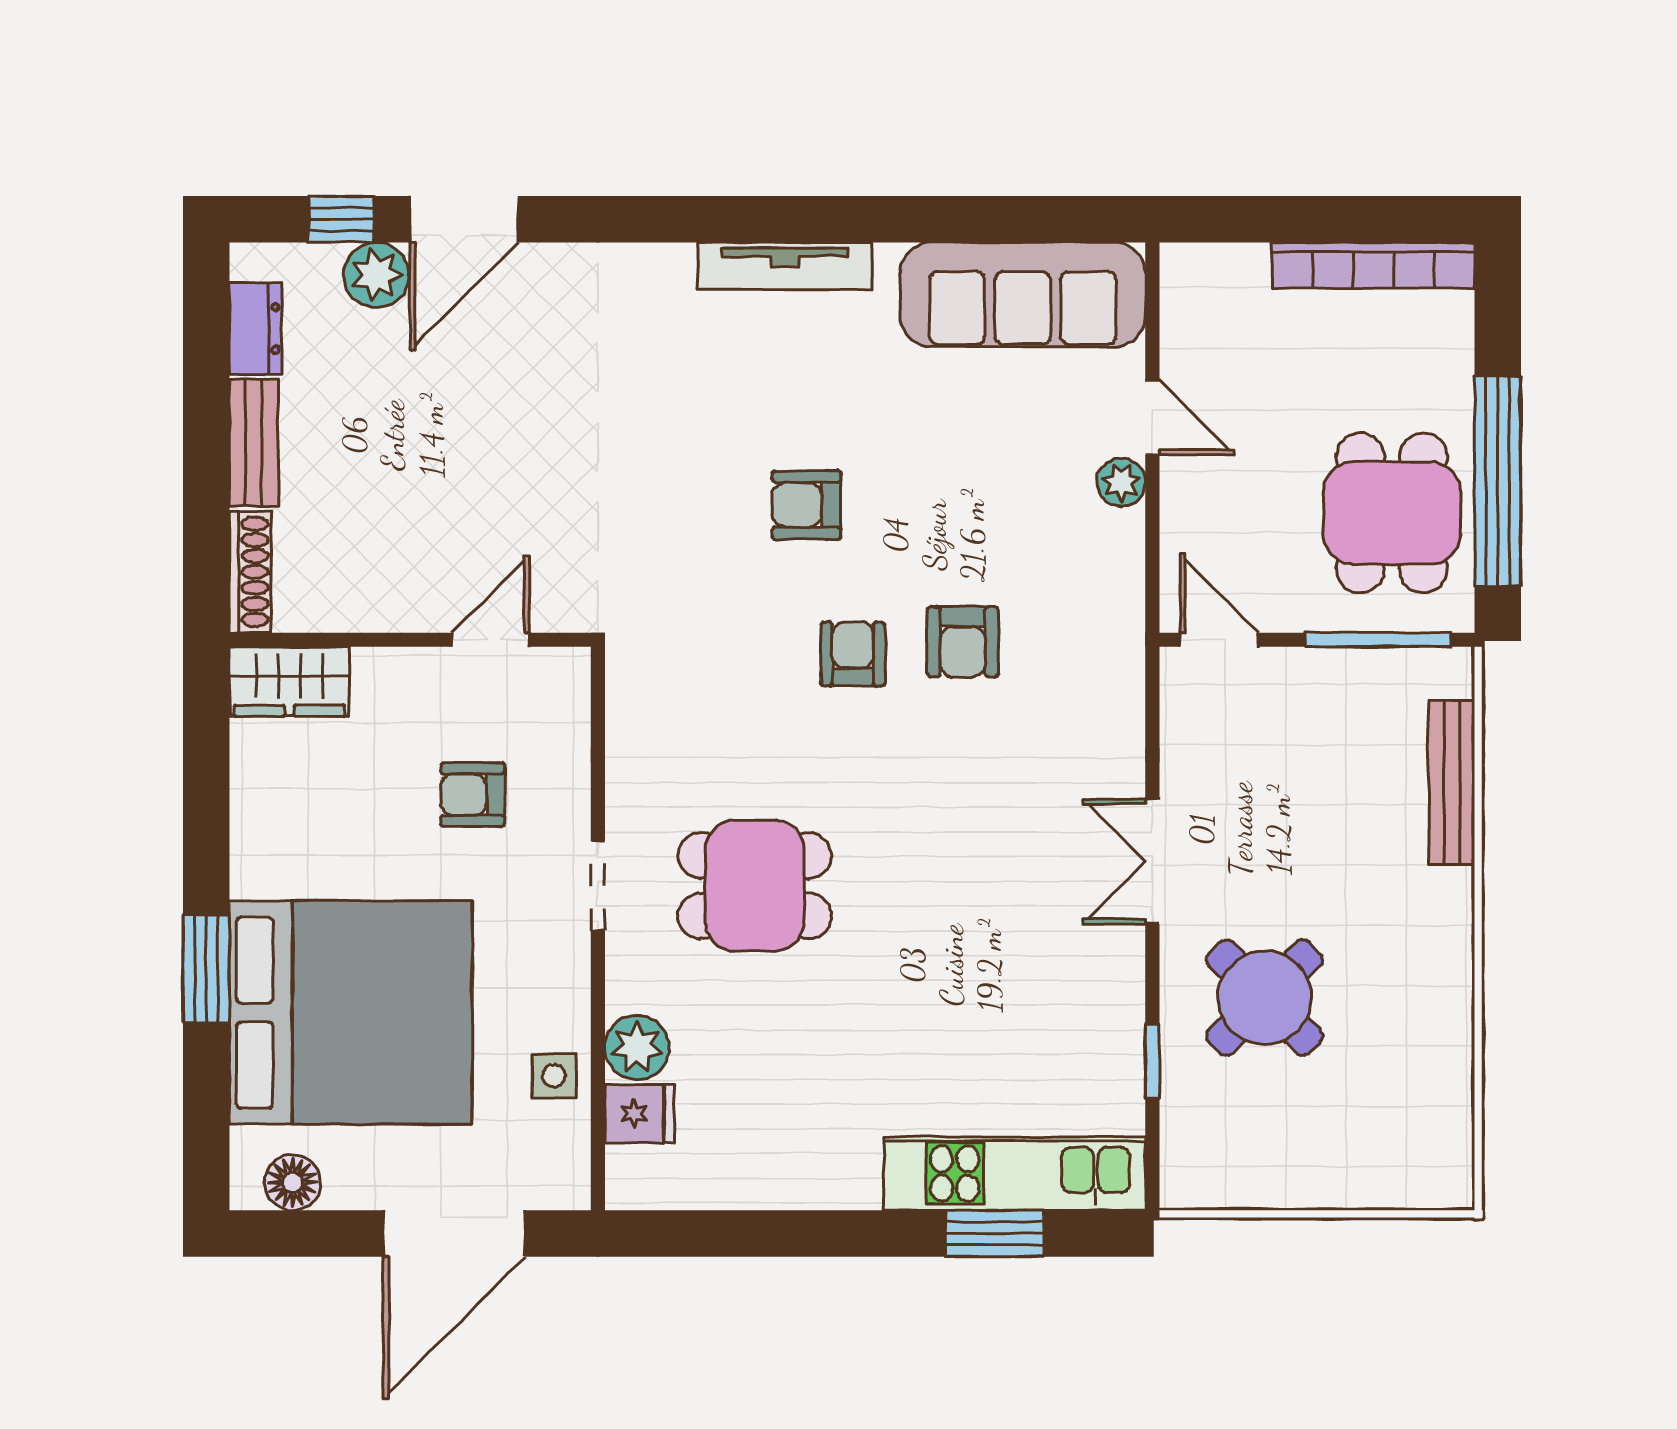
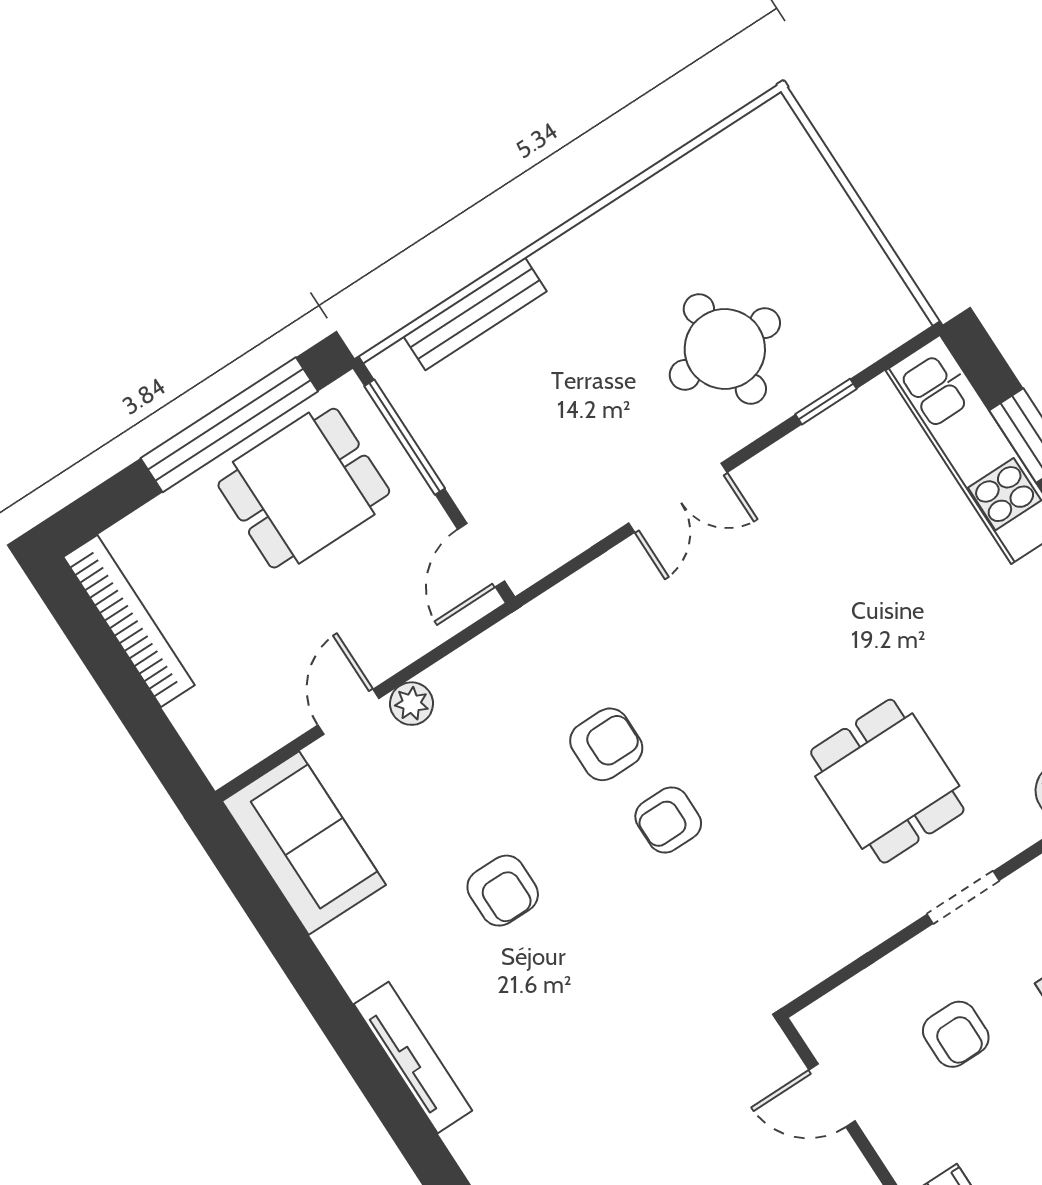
sofa: (1023, 294) -> (304, 843), width x0.73
armchair: (806, 505) -> (503, 891), moved
round table: (1264, 998) -> (725, 349), turned 45

